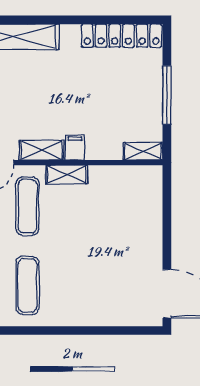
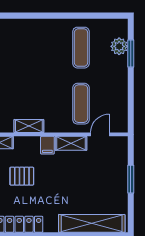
pallet: (111, 104) -> (22, 176), added
shelving: (67, 174) -> (29, 126), moved

